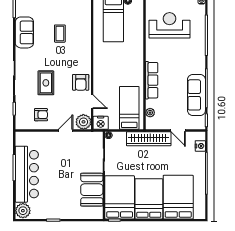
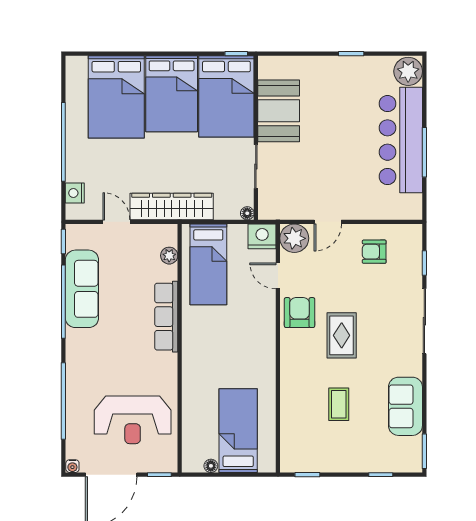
rug: (46, 83) -> (342, 335), moved

